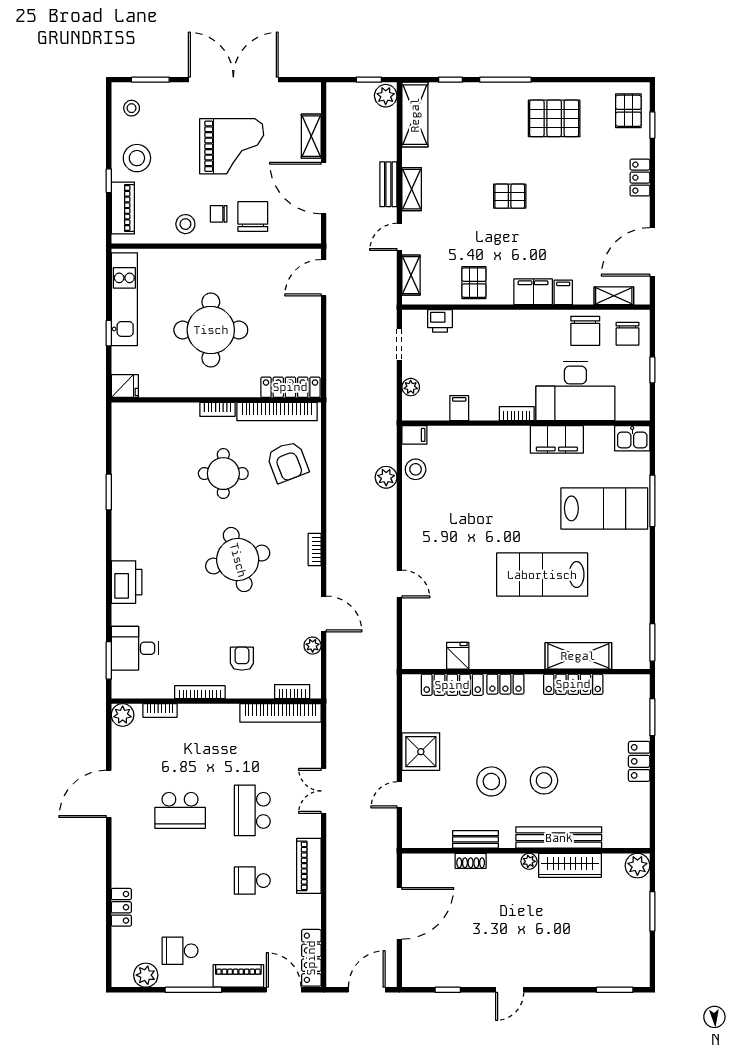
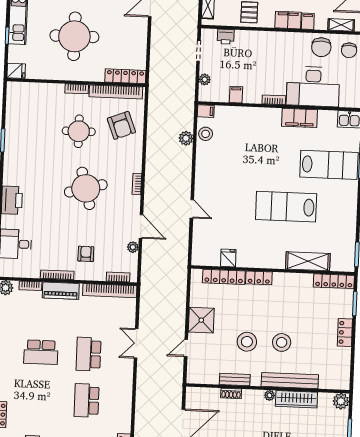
locker: (573, 684) -> (334, 281), moved
piano: (309, 866) -> (61, 291), moved, turned -90
school desk: (252, 881) -> (87, 400), width x1.85

